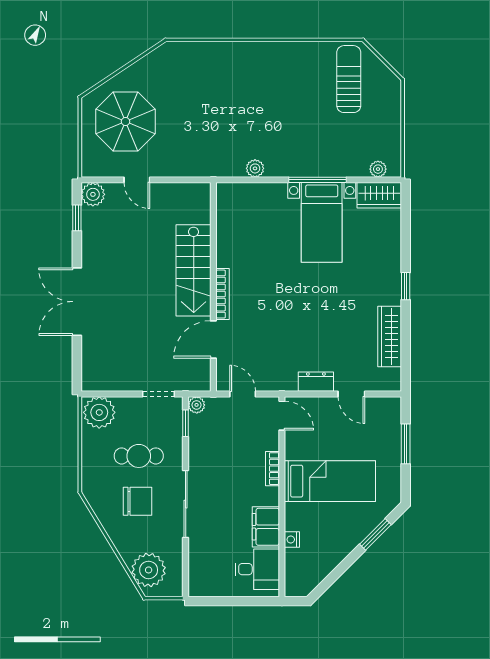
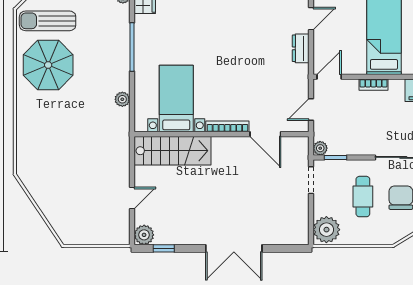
parasol: (126, 121) -> (48, 65), moved
bed with nightstands: (322, 222) -> (176, 99), moved, turned -90
stairs: (194, 270) -> (172, 151), moved

